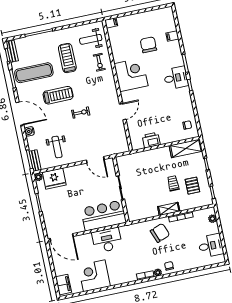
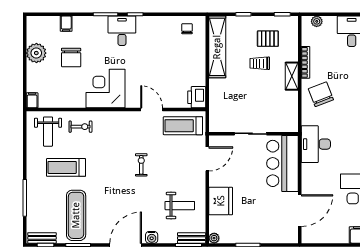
plant: (146, 19) -> (36, 53), added
chair: (148, 45) -> (71, 57), turned -90
treadmill: (58, 95) -> (183, 126), moved, turned -90
printer: (151, 140) -> (197, 97), moved
shelving: (186, 148) -> (217, 47), width x1.47
fridge: (54, 179) -> (221, 201), moved
door: (62, 237) -> (300, 211), moved
desk: (107, 240) -> (316, 144), moved

